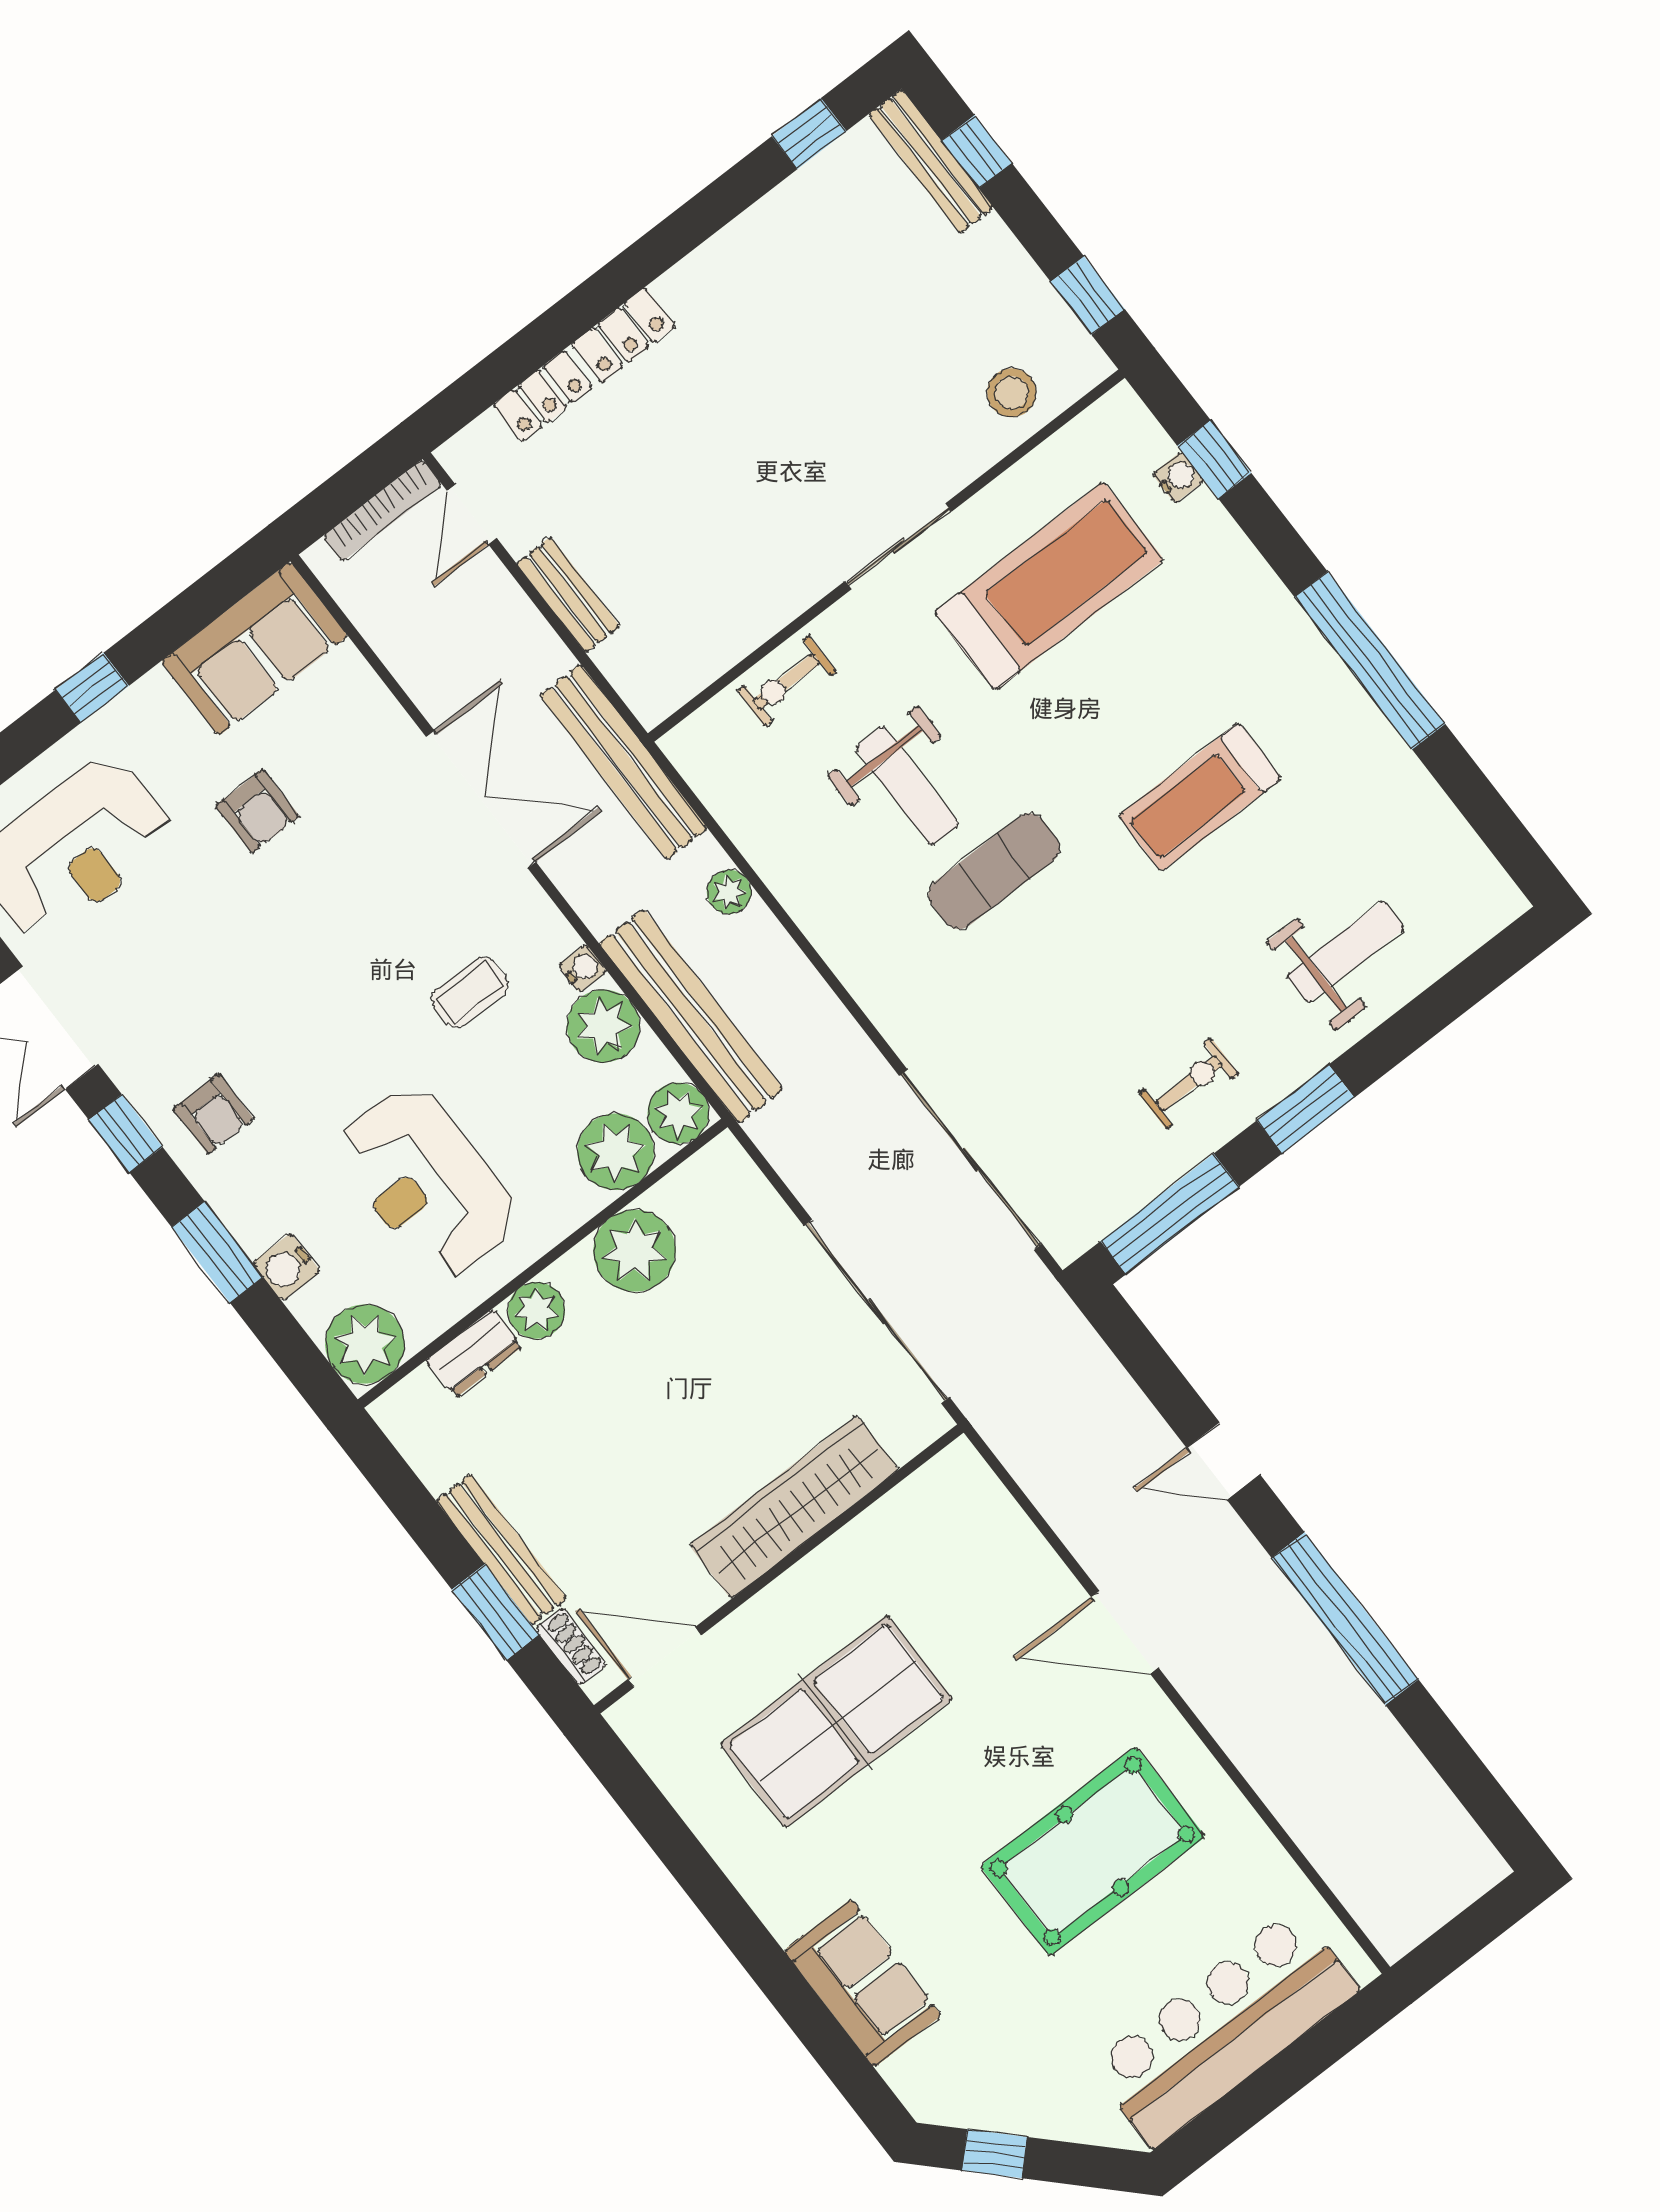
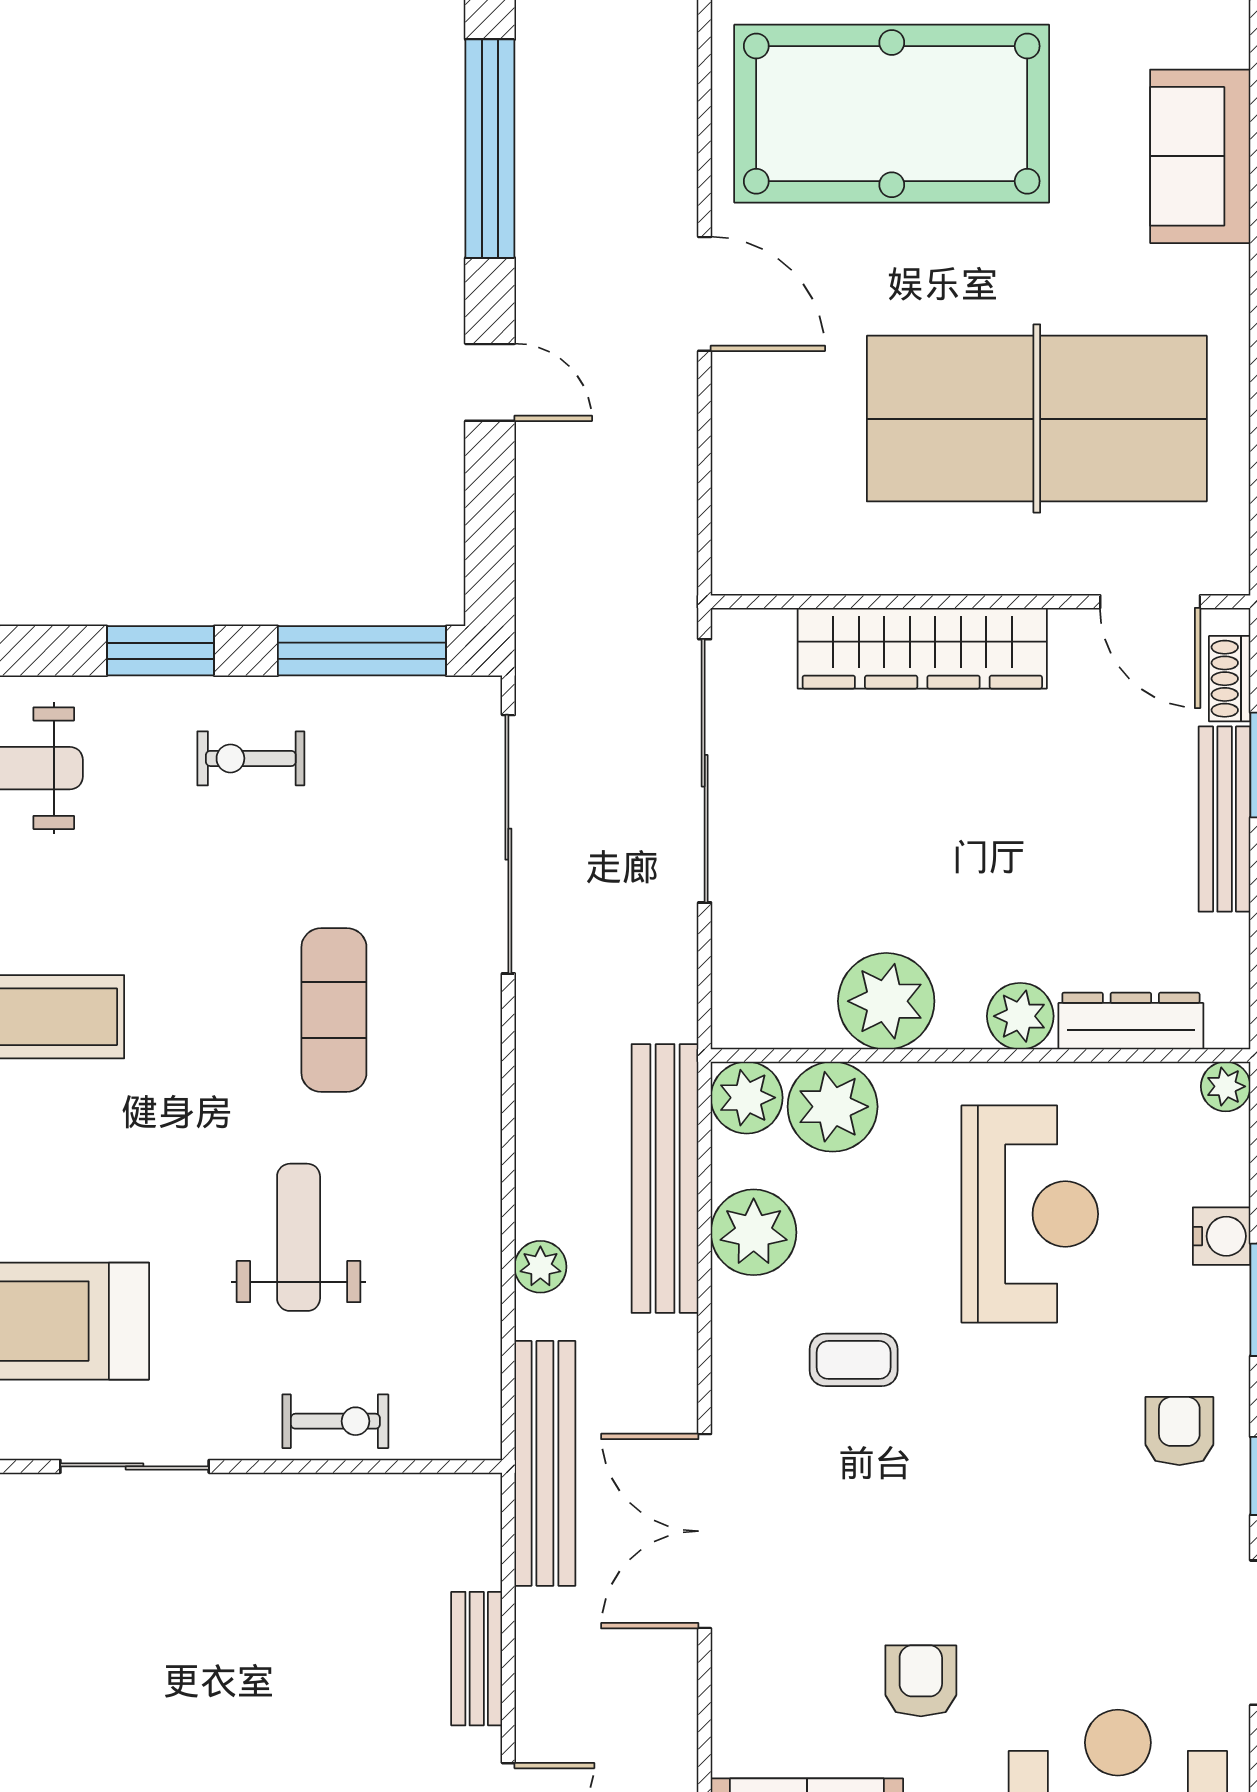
exercise mat: (994, 871) -> (334, 1010), moved, turned 90
water cooler: (583, 968) -> (731, 1301), removed
plant: (365, 1344) -> (1226, 1086), width x0.53, depth x0.53
dresser: (474, 1353) -> (1131, 1021), width x1.44
table tennis table: (836, 1721) -> (1037, 419), width x1.36, depth x1.32
pool table: (1093, 1851) -> (892, 114), width x1.36, depth x1.32

